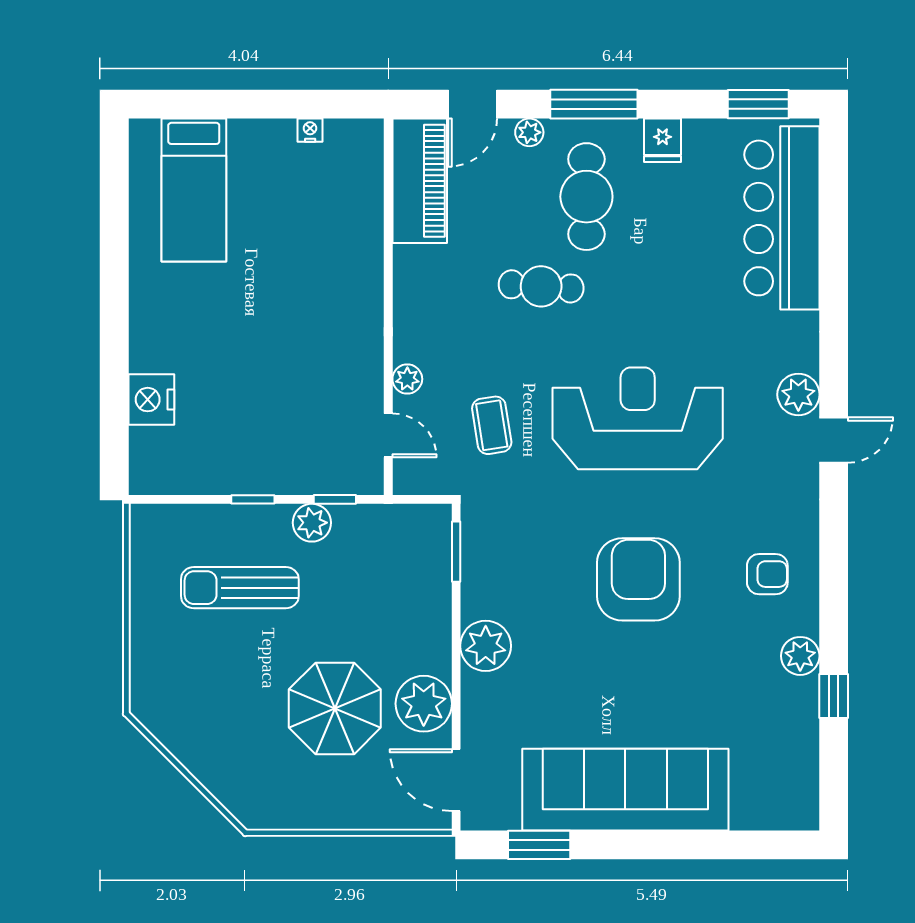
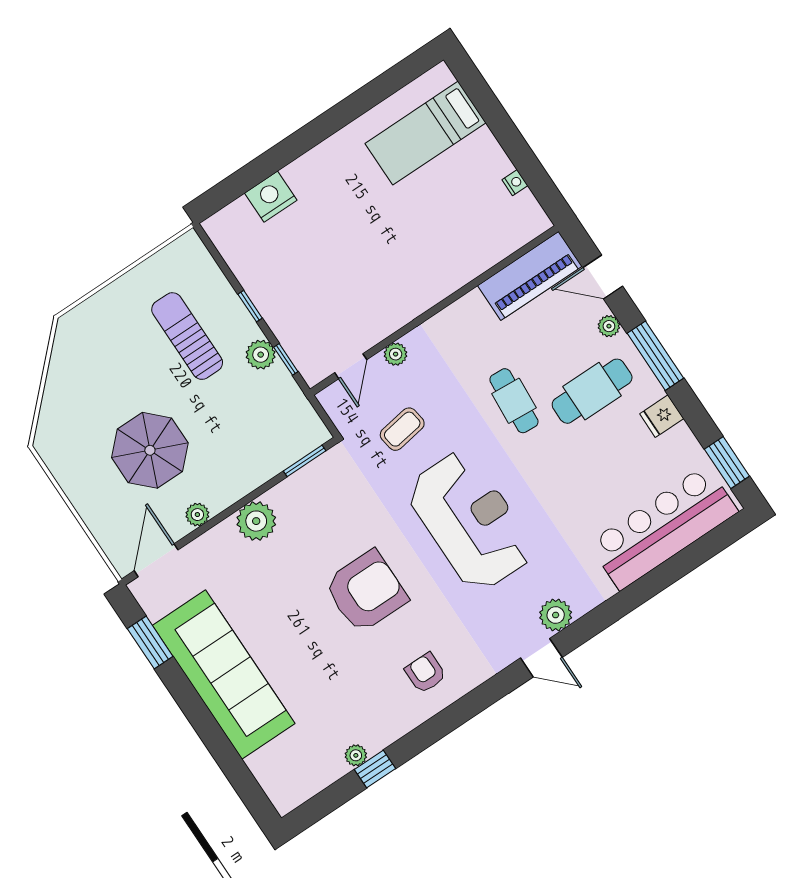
armchair: (767, 574) -> (425, 673), turned 180
plant: (800, 656) -> (356, 755), moved, width x0.73, depth x0.73
plant: (424, 704) -> (197, 515), width x0.53, depth x0.53

